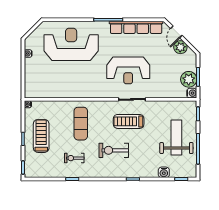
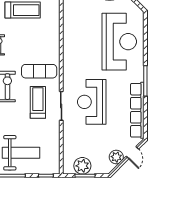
door: (176, 32) -> (132, 153), swing flipped
water cooler: (192, 93) -> (68, 169), removed
exercise mat: (81, 124) -> (39, 71), moved

